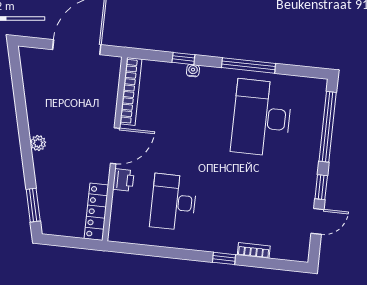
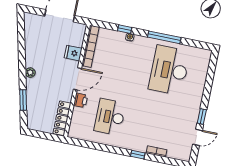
fridge: (104, 105) -> (73, 53), added
window: (328, 127) -> (209, 80), removed
window: (33, 205) -> (23, 100), moved

